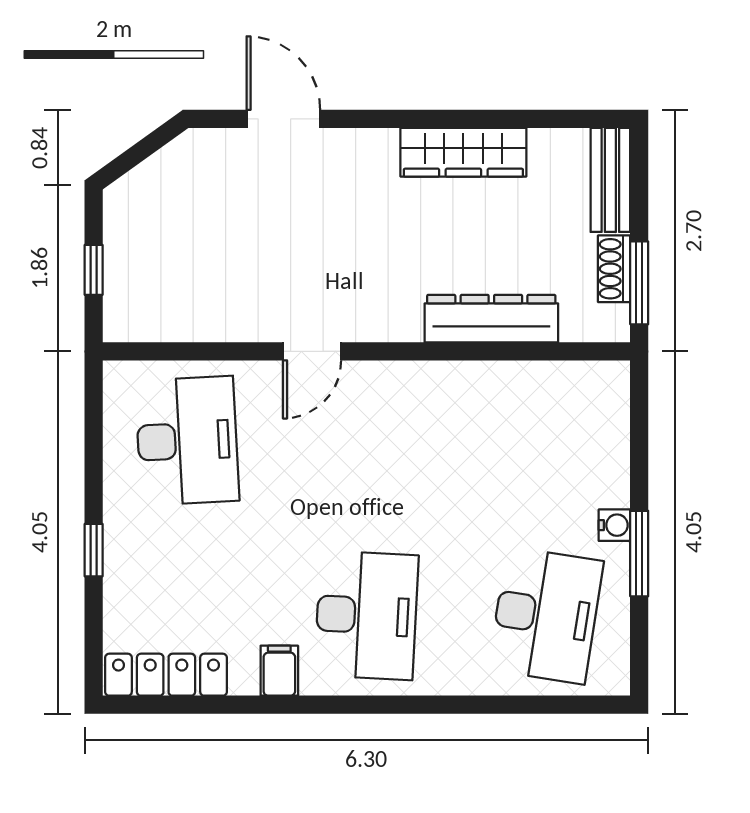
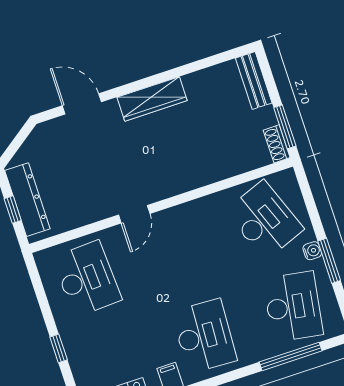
wardrobe: (463, 152) -> (152, 99), moved
shoe rack: (614, 269) -> (277, 144), moved
dresser: (491, 319) -> (27, 200), moved, turned 90
desk: (546, 441) -> (264, 220), added
window: (511, 705) -> (291, 356), added

